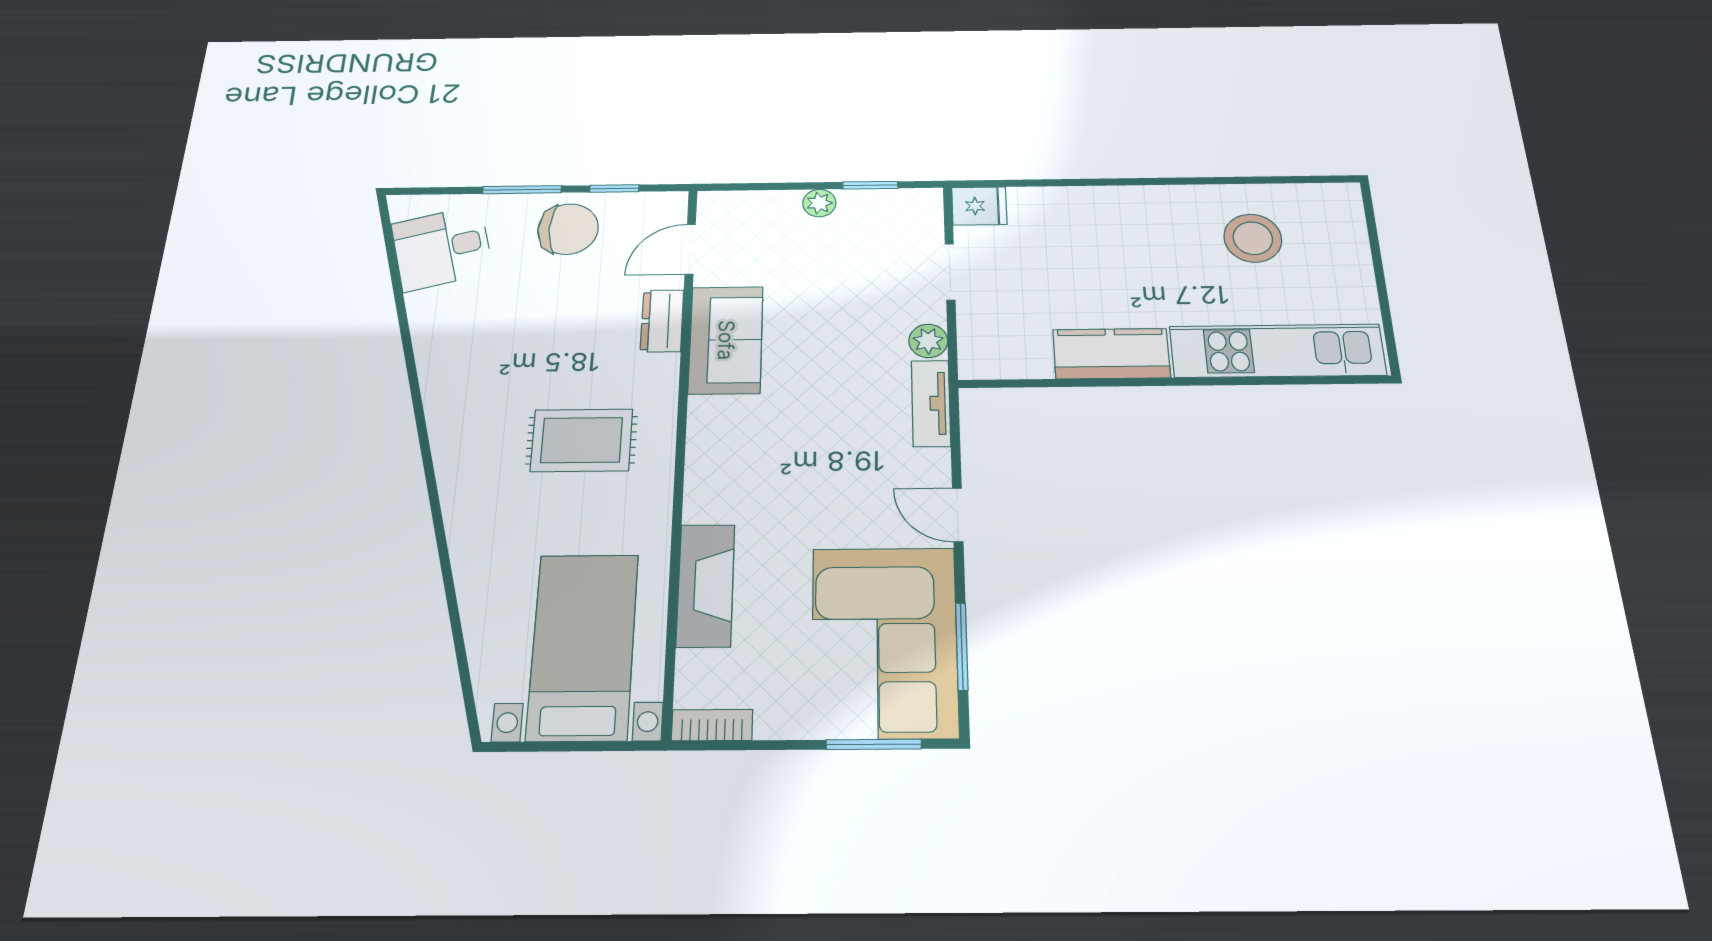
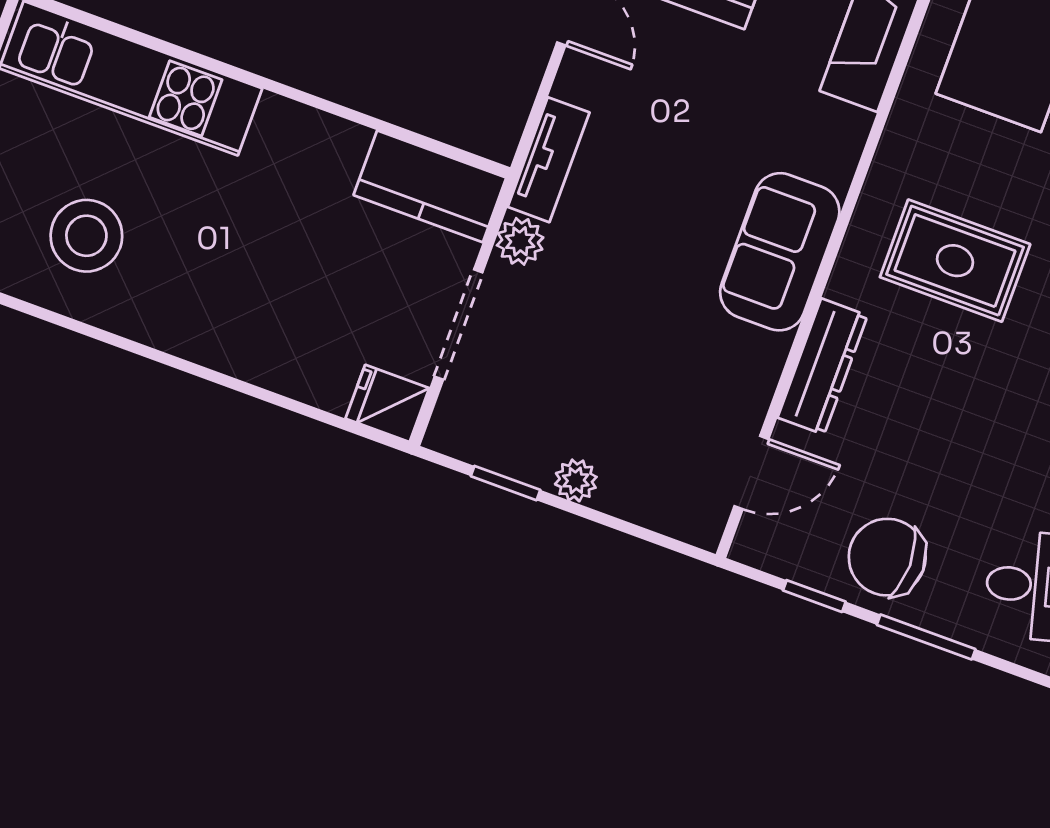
doorway: (950, 272) -> (459, 325), width x1.38
dresser: (662, 321) -> (823, 367), width x1.44
sofa: (726, 340) -> (780, 252), moved
kitchen counter: (1111, 354) -> (430, 186), moved

